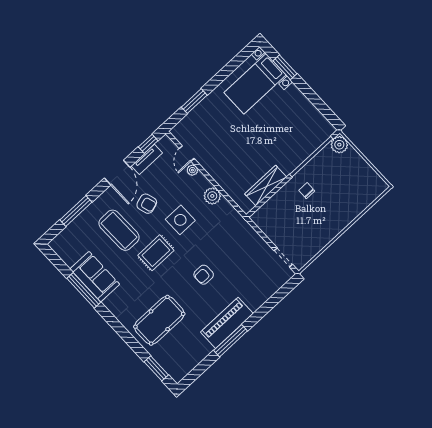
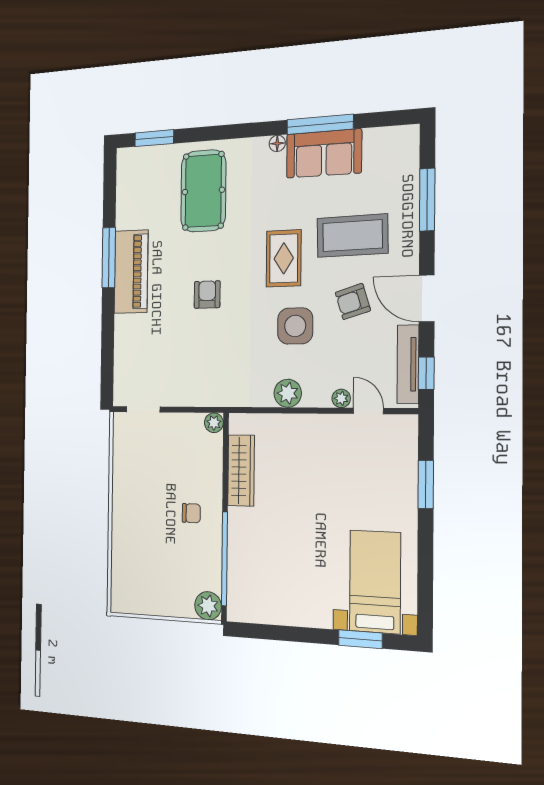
tv unit: (147, 159) -> (408, 364), width x1.41
plant: (257, 218) -> (214, 423), added
floor lamp: (108, 303) -> (277, 143), added

